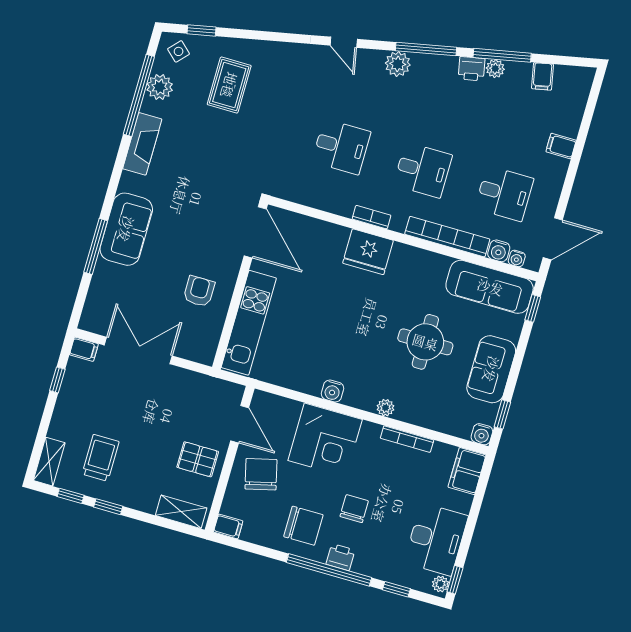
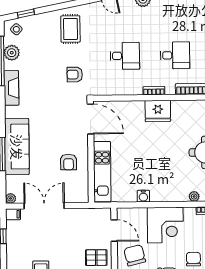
rug: (229, 85) -> (70, 29), moved
armchair: (251, 153) -> (75, 75), added
sofa: (126, 229) -> (17, 147), width x1.36
armchair: (199, 291) -> (69, 162), turned 180
plant: (88, 322) -> (11, 198), added
water cooler: (333, 391) -> (143, 196), moved

